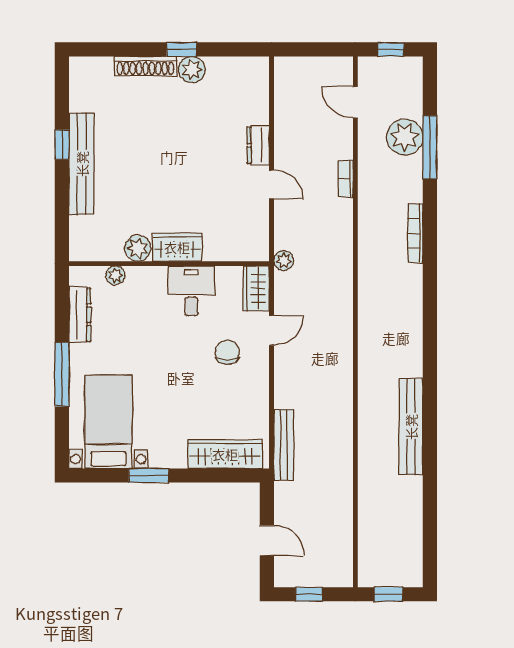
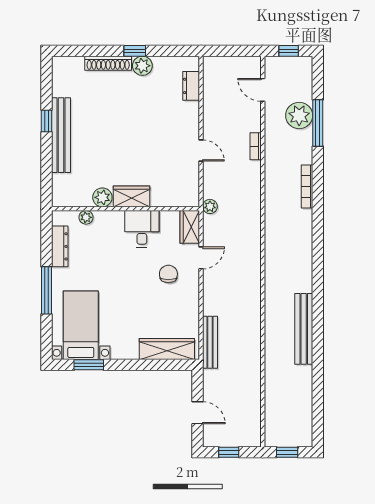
dresser: (258, 145) -> (191, 86), moved
window: (149, 475) -> (89, 365), moved

